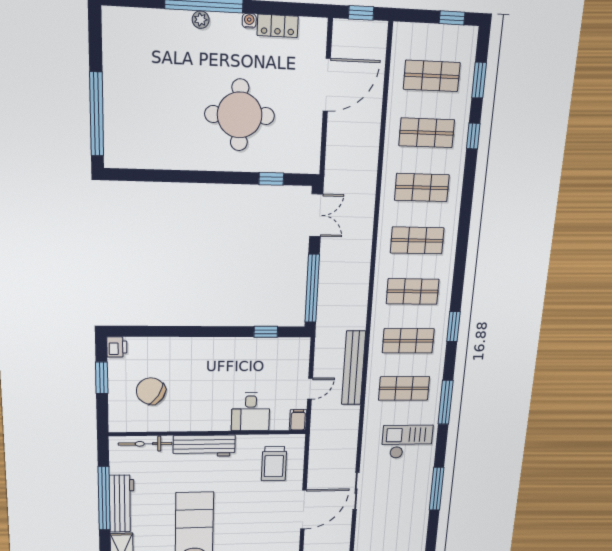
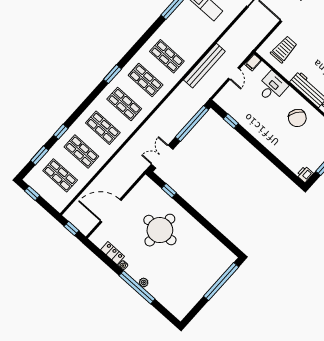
window: (453, 327) -> (112, 74), moved
shop shelf: (404, 388) -> (188, 32), removed
door: (310, 389) -> (234, 74), swing flipped
chair: (151, 391) -> (297, 118), moved

